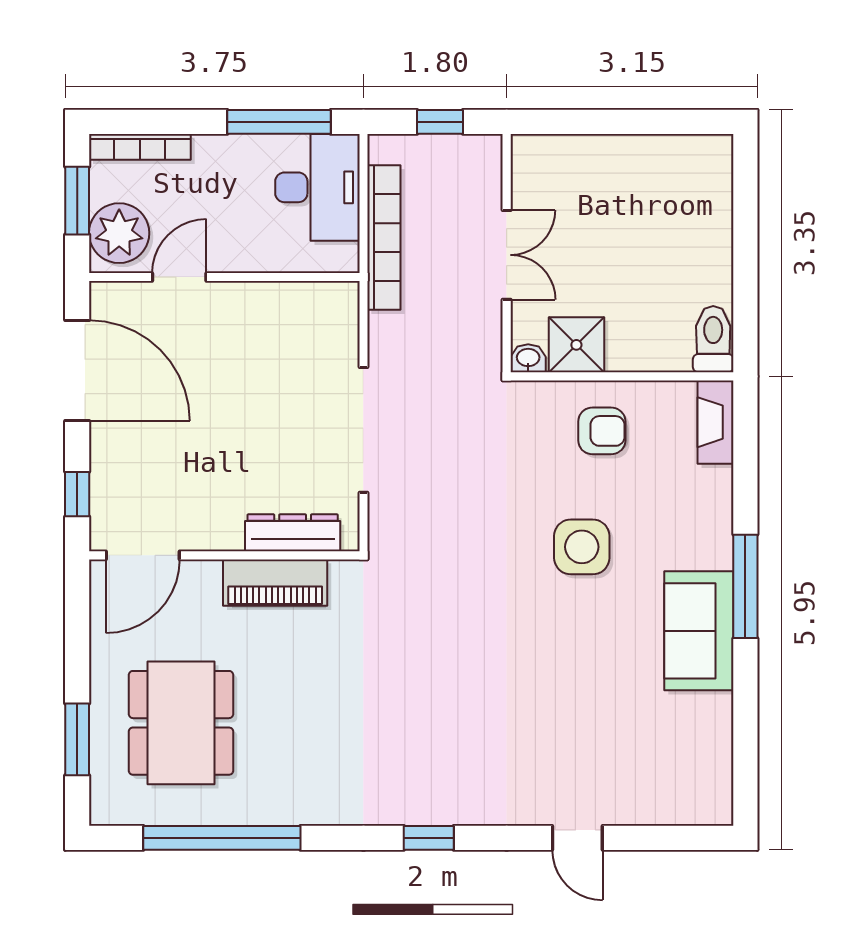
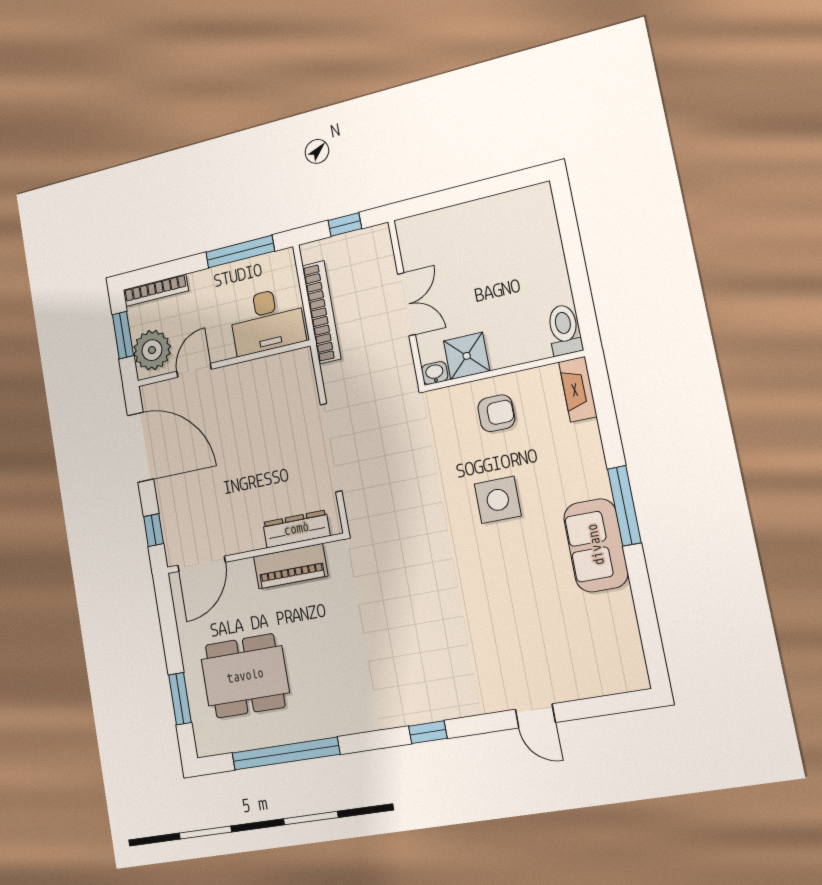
desk: (317, 187) -> (267, 321), moved, turned 90
dining table: (181, 723) -> (245, 676), turned 90

